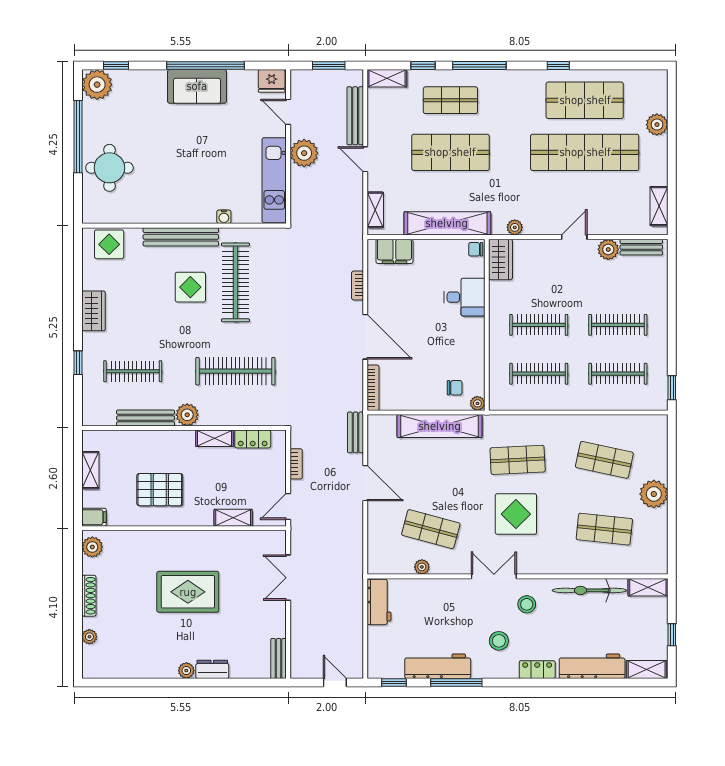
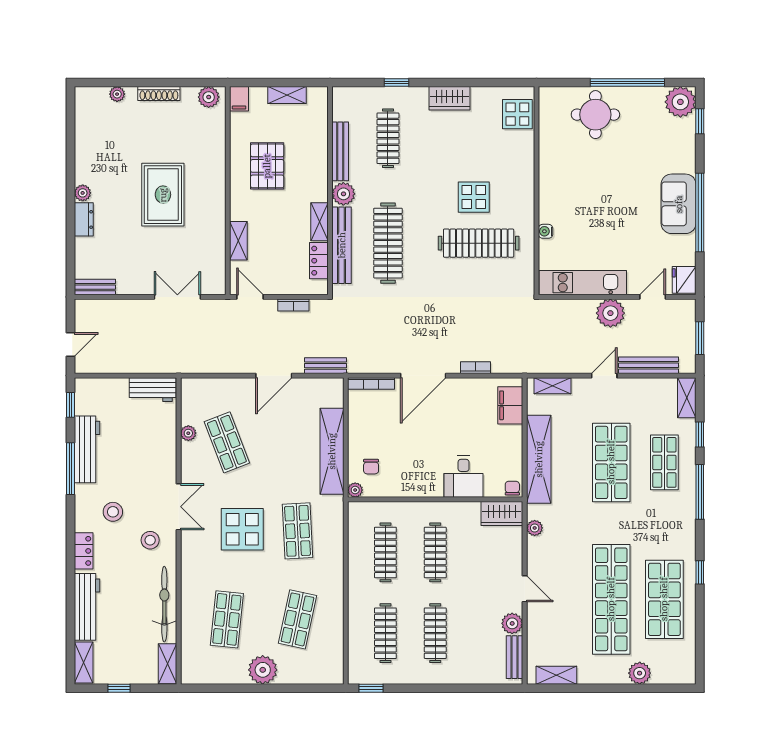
bench: (181, 237) -> (342, 245), moved
shop shelf: (431, 529) -> (227, 442), turned -36

